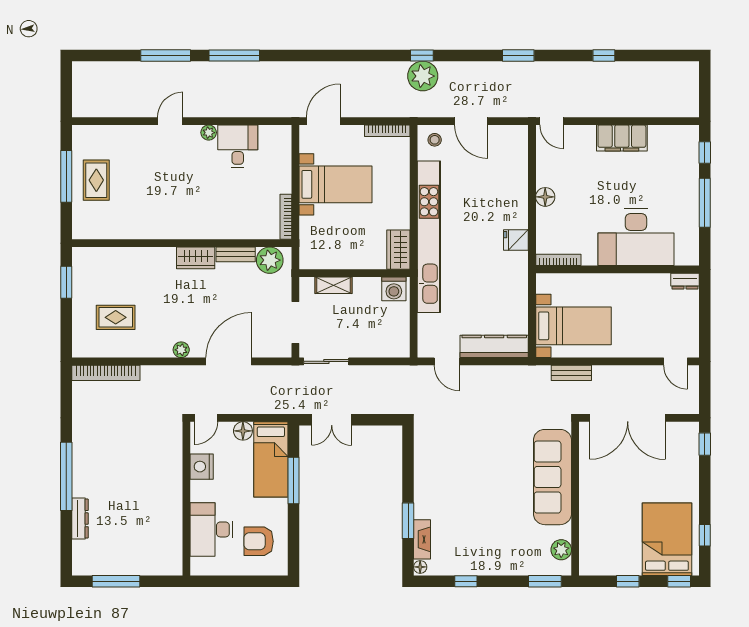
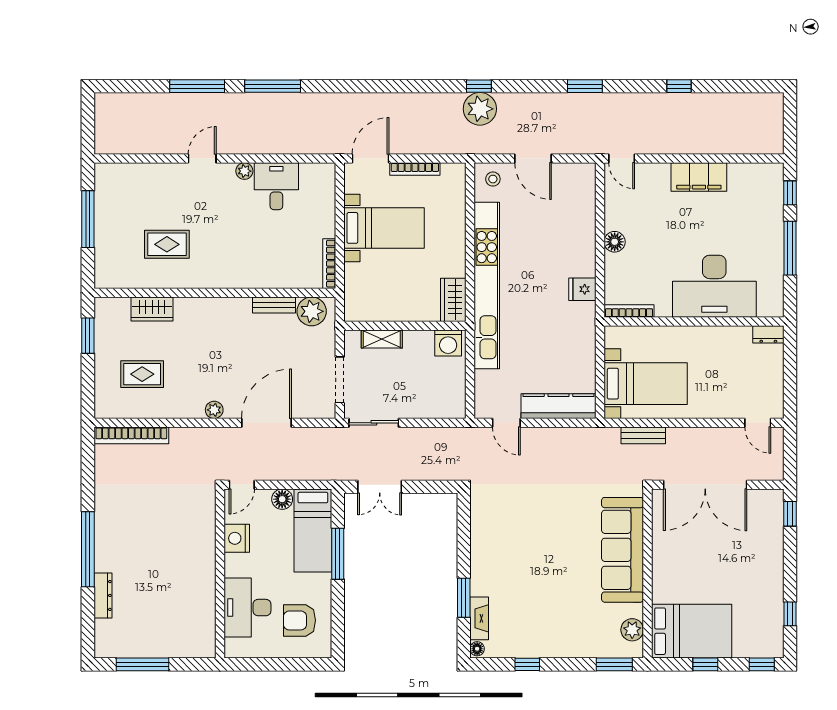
bookcase: (387, 131) -> (415, 169), moved
rug: (96, 180) -> (167, 244), moved, turned 90
wardrobe: (196, 258) -> (152, 309), moved
bed: (667, 539) -> (692, 631), moved, turned 90

